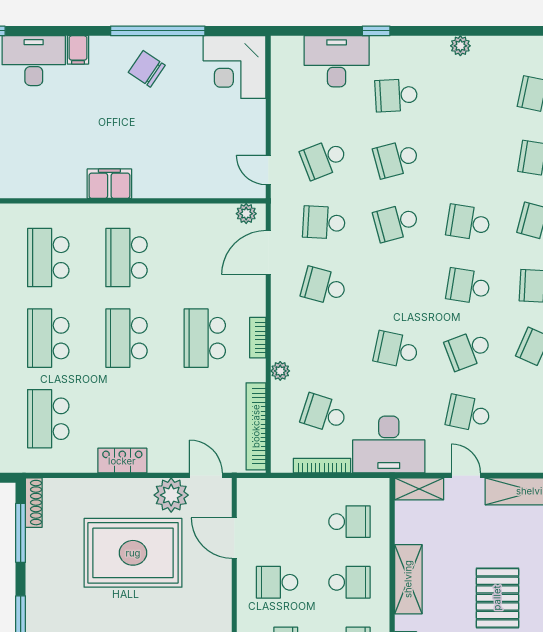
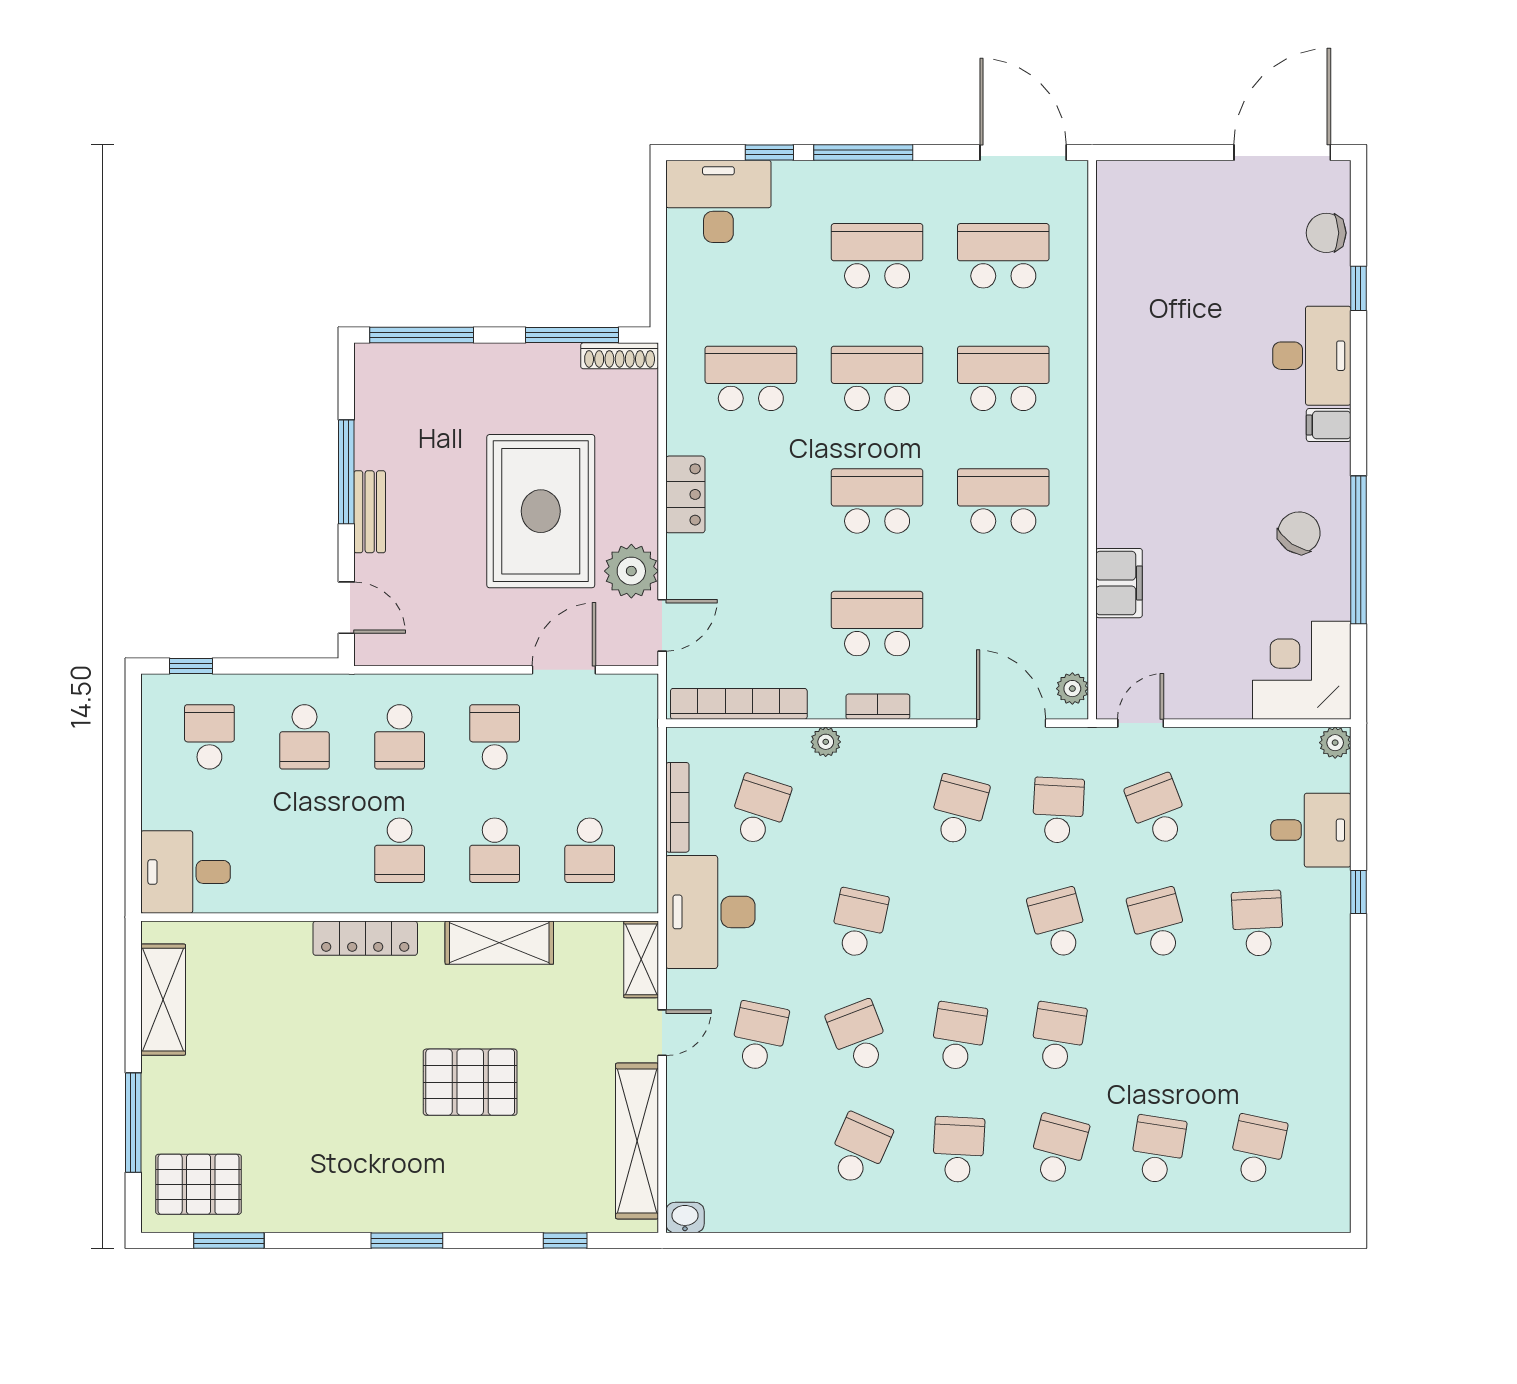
plant: (460, 46) -> (1335, 743), moved
desk: (337, 61) -> (1311, 830), width x0.73
filing cabinet: (109, 184) -> (1119, 583), moved

